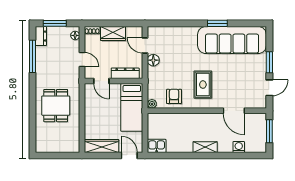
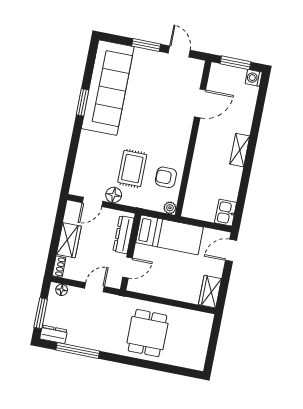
rug: (203, 85) -> (132, 169), moved, turned 90
dining table: (56, 106) -> (147, 333), turned 90
wardrobe: (101, 146) -> (210, 292), width x0.67
washing machine: (239, 147) -> (254, 78), moved

